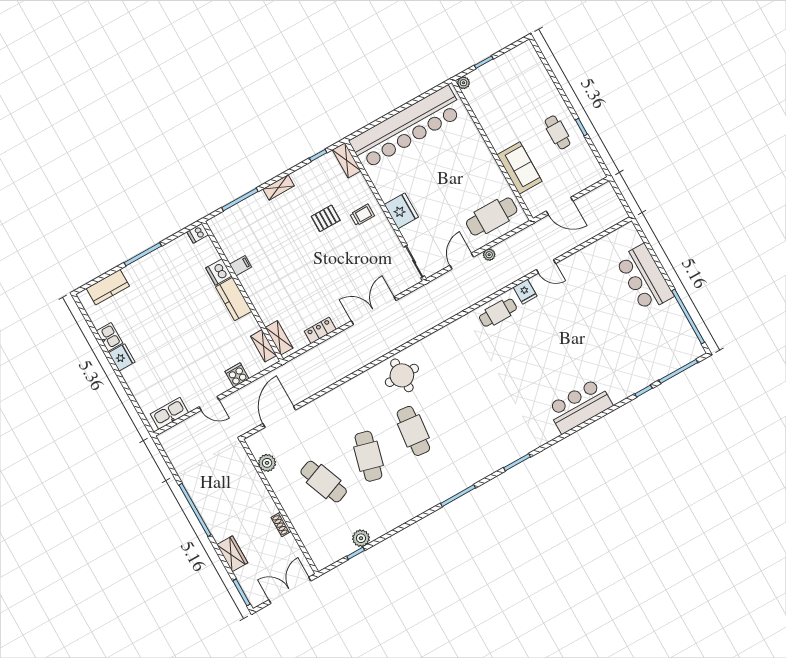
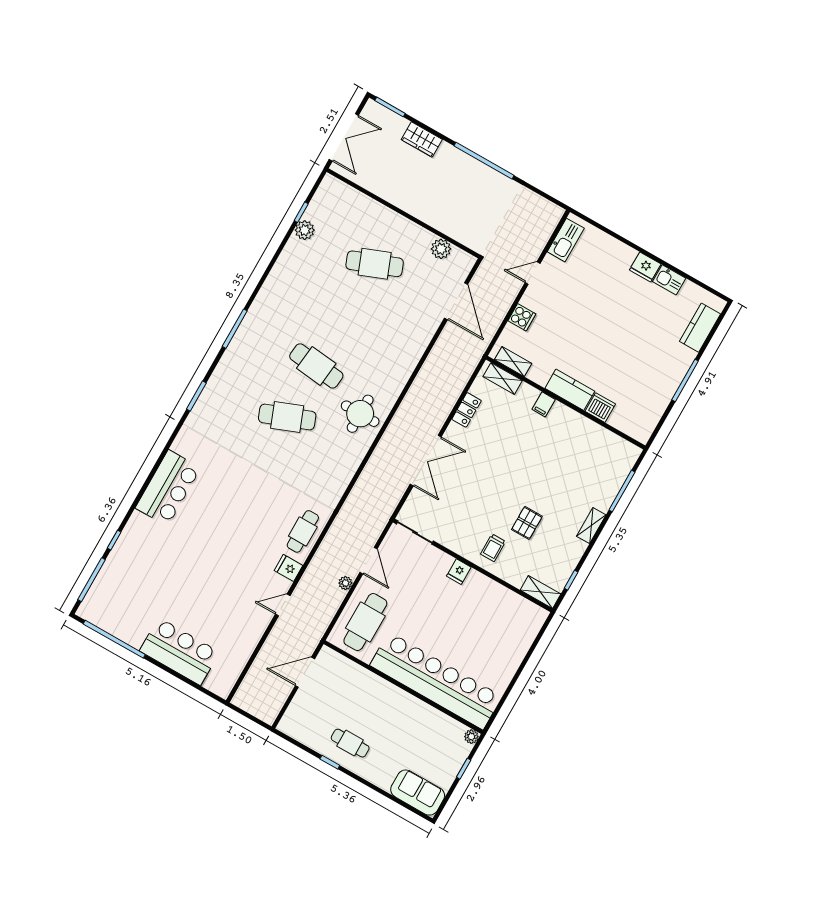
bar counter: (407, 127) -> (436, 681), moved, turned 90
sofa: (520, 168) -> (418, 793), moved, turned 180
fridge: (401, 211) -> (459, 572), width x0.53, depth x0.75
dishwasher: (198, 233) -> (644, 433), removed
filing cabinet: (241, 266) -> (544, 404), moved
cafe table: (368, 456) -> (287, 417), moved, turned -36
shoe rack: (281, 524) -> (391, 197), removed

